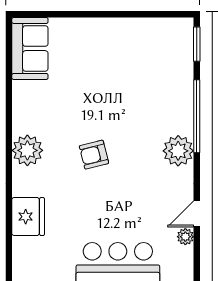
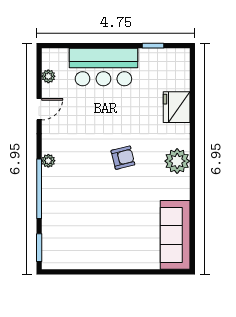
sofa: (30, 48) -> (175, 235), width x1.36
plant: (178, 151) -> (48, 161), width x0.53, depth x0.53
plant: (185, 237) -> (48, 76), moved

